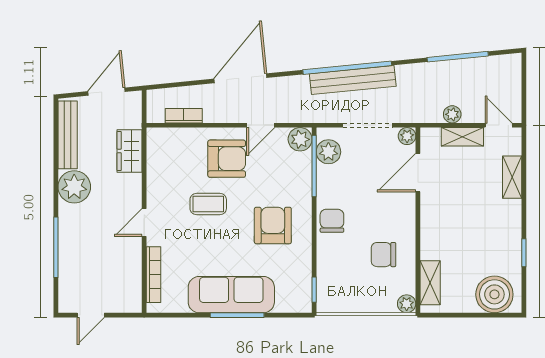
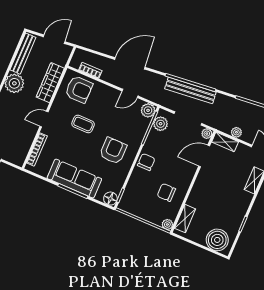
shelving: (462, 137) -> (225, 142), moved
wardrobe: (130, 151) -> (50, 83), width x1.50
armchair: (227, 159) -> (79, 89), moved
floor lamp: (301, 302) -> (110, 199), added

